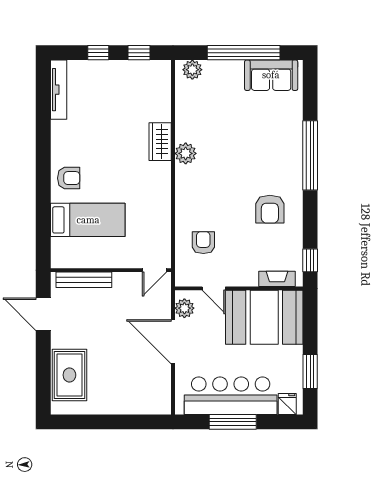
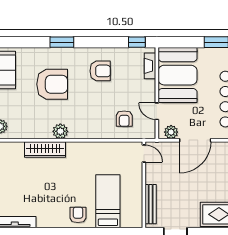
wardrobe: (160, 142) -> (45, 149), width x1.50
armchair: (251, 142) -> (52, 84), added
window: (310, 155) -> (62, 42), width x0.47
armchair: (203, 243) -> (124, 119), turned -90
door: (214, 288) -> (157, 111), swing flipped

